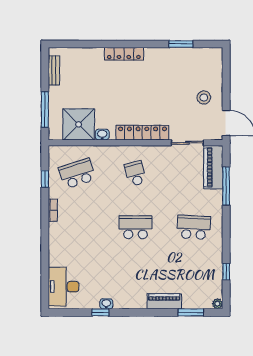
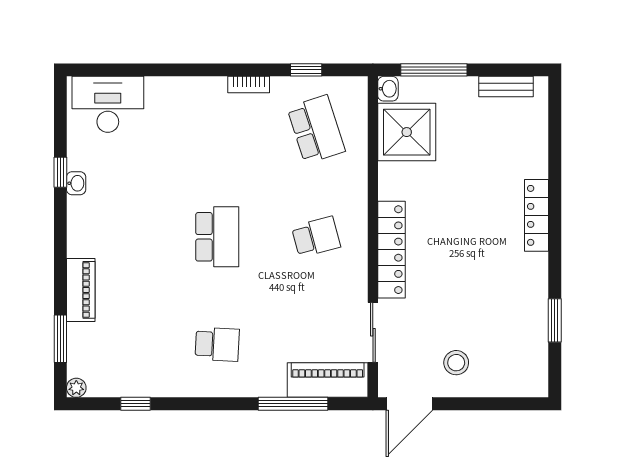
washbasin: (102, 135) -> (388, 89), moved
school desk: (194, 227) -> (217, 344), width x0.54

